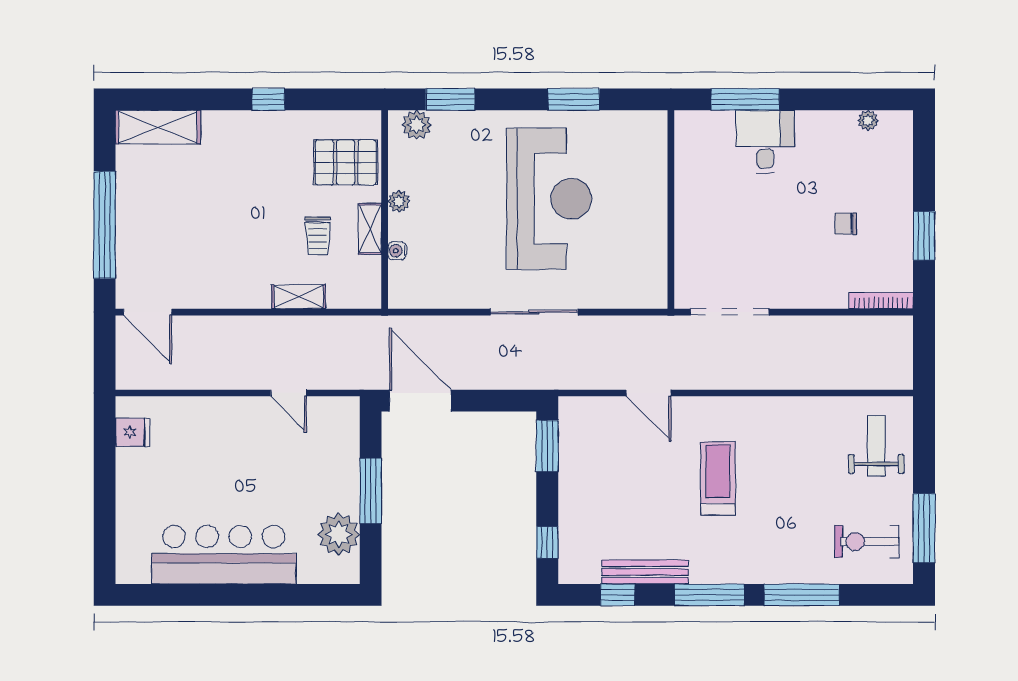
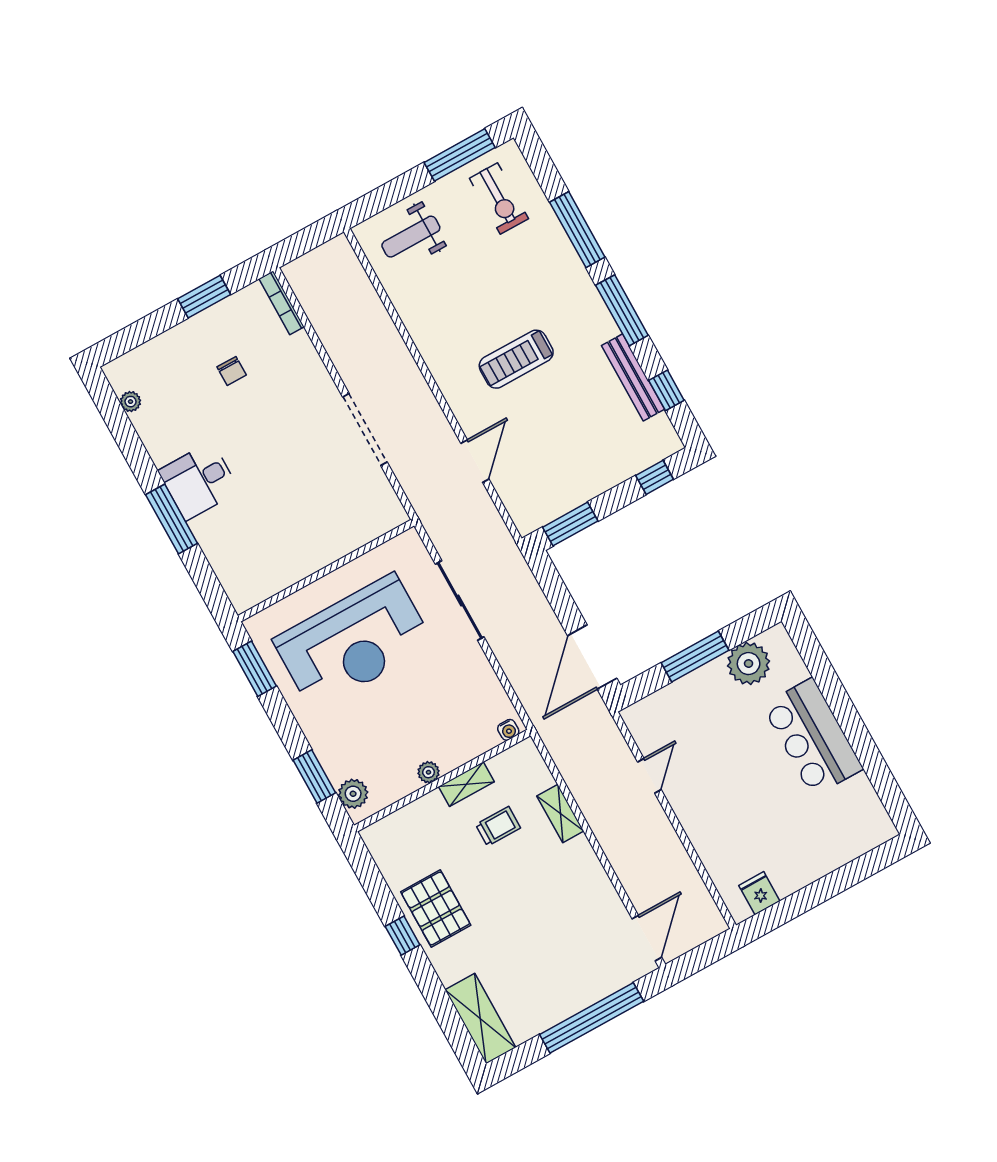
pallet: (346, 162) -> (436, 908), moved
reception desk: (549, 199) -> (353, 642), turned 180
wall: (671, 209) -> (326, 571), moved
water cooler: (397, 251) -> (508, 730), moved
bar counter: (224, 555) -> (813, 737), width x0.73

